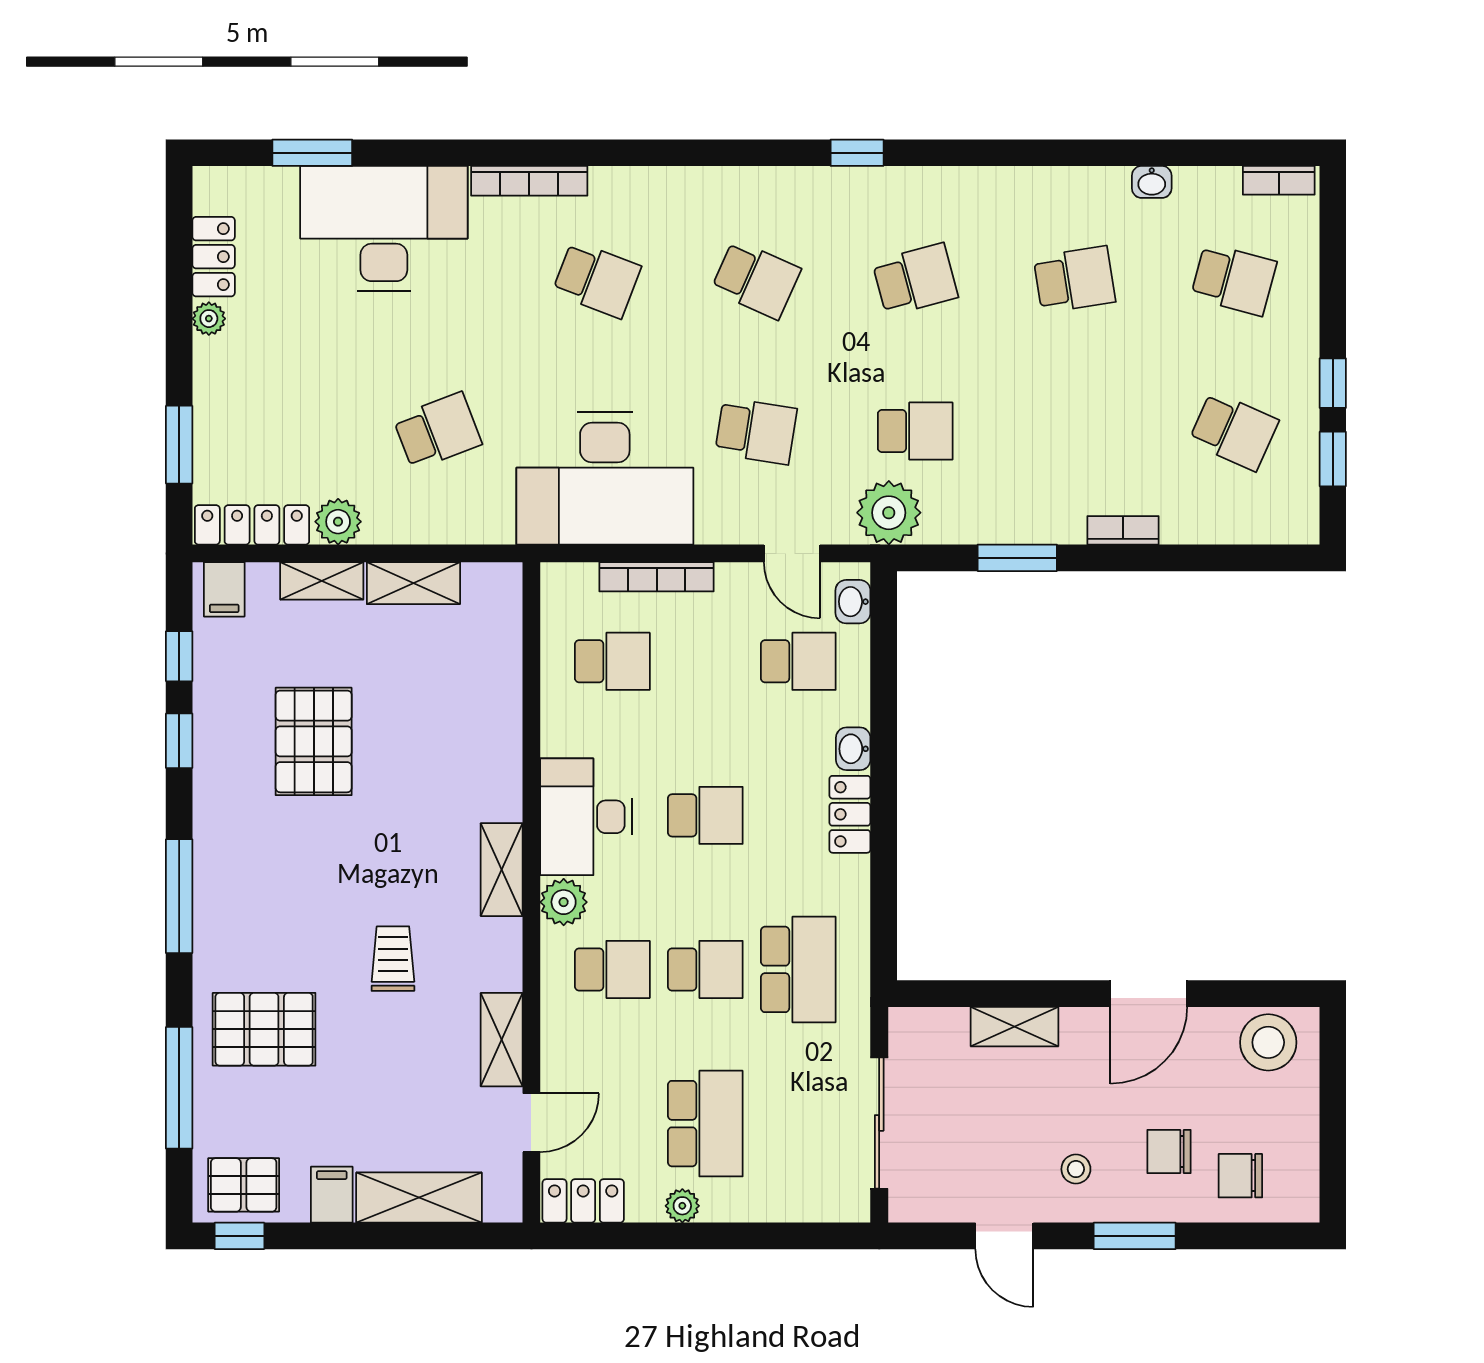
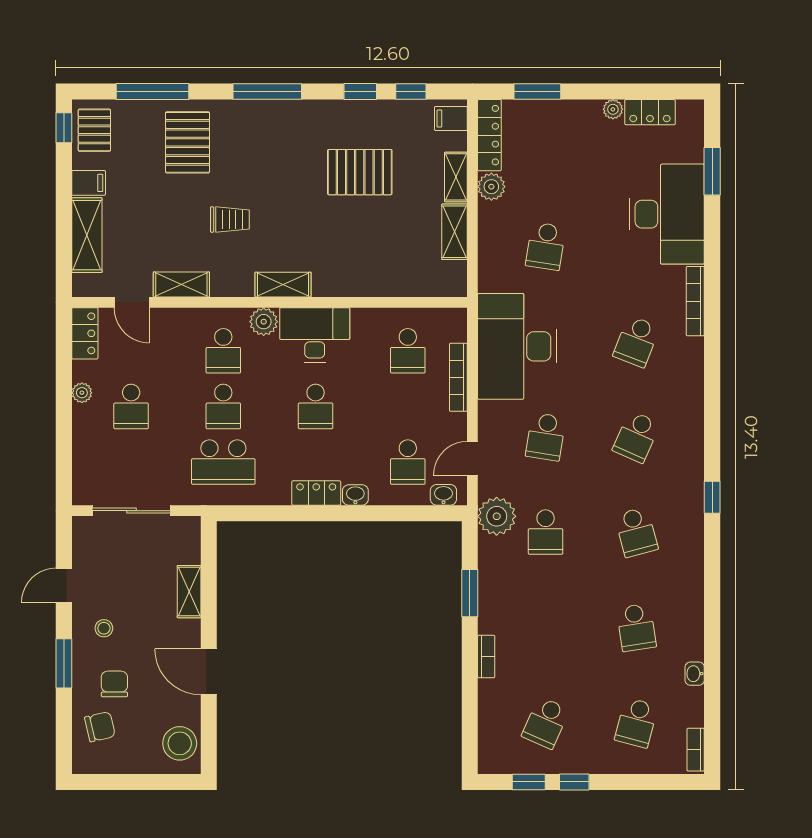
school desk: (437, 431) -> (546, 246), turned 30
school desk: (705, 1124) -> (131, 406), width x0.54
chair: (1240, 1176) -> (100, 727), turned 77

